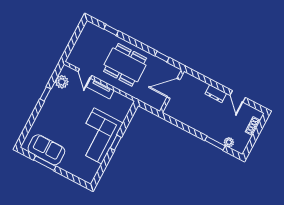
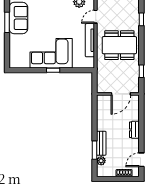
dining table: (125, 65) -> (119, 45), turned 90
door: (173, 88) -> (121, 94), swing flipped
tv unit: (100, 89) -> (90, 40), width x1.41
door: (238, 96) -> (141, 160), moved
bench: (212, 133) -> (101, 143), added

